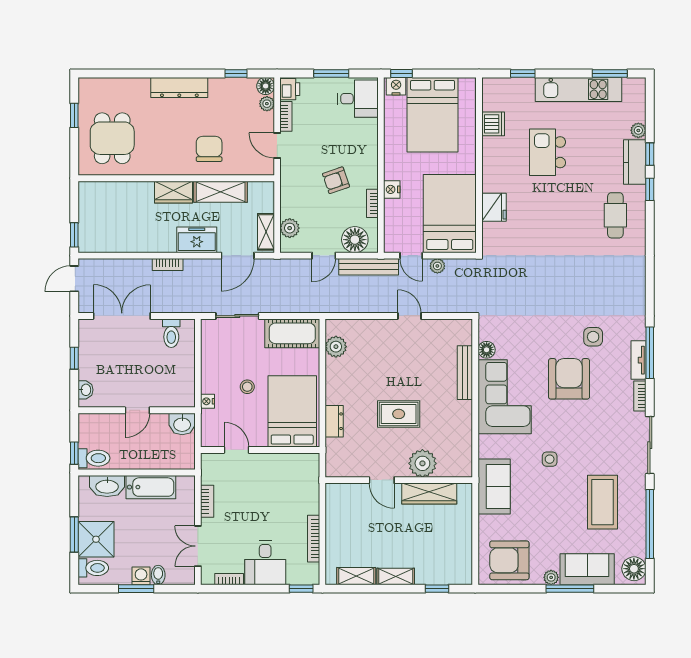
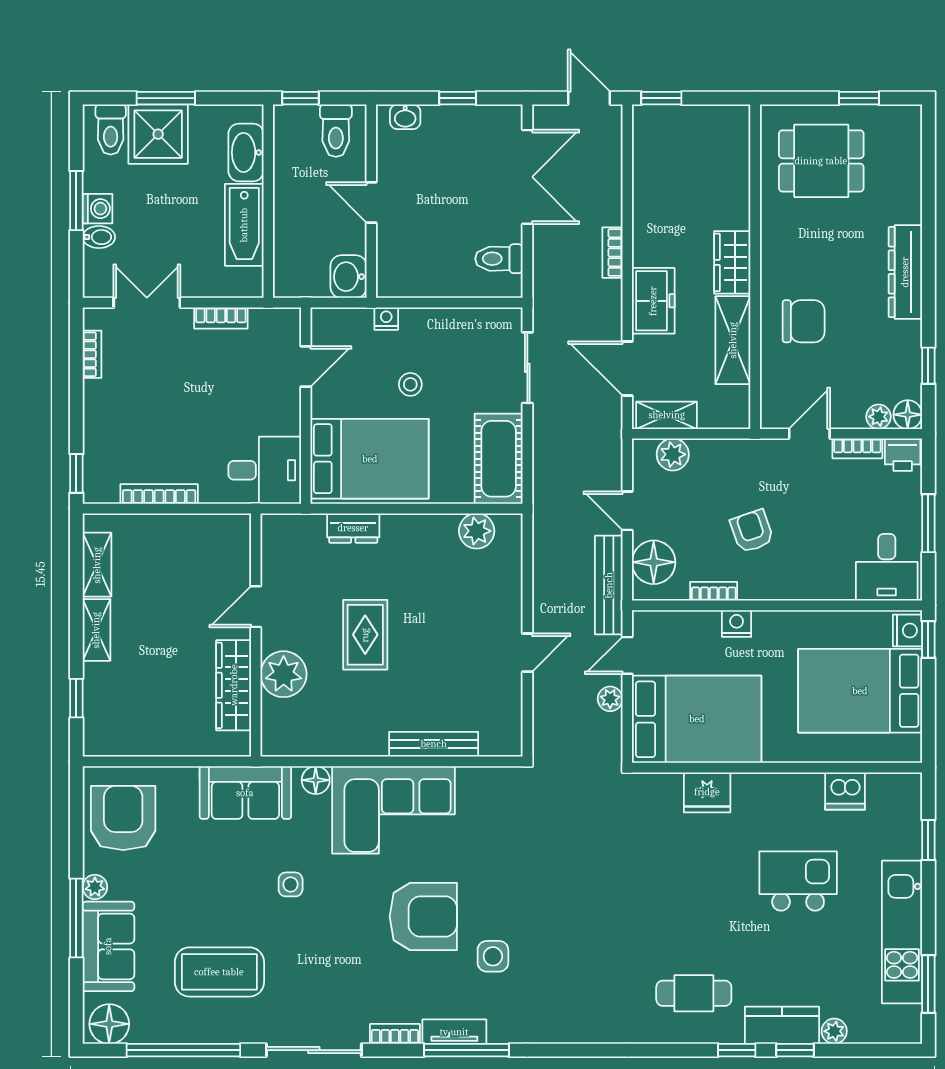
floor lamp: (487, 350) -> (316, 780), moved
toilet: (94, 458) -> (336, 131), moved
desk: (265, 563) -> (265, 470), moved, turned 180

